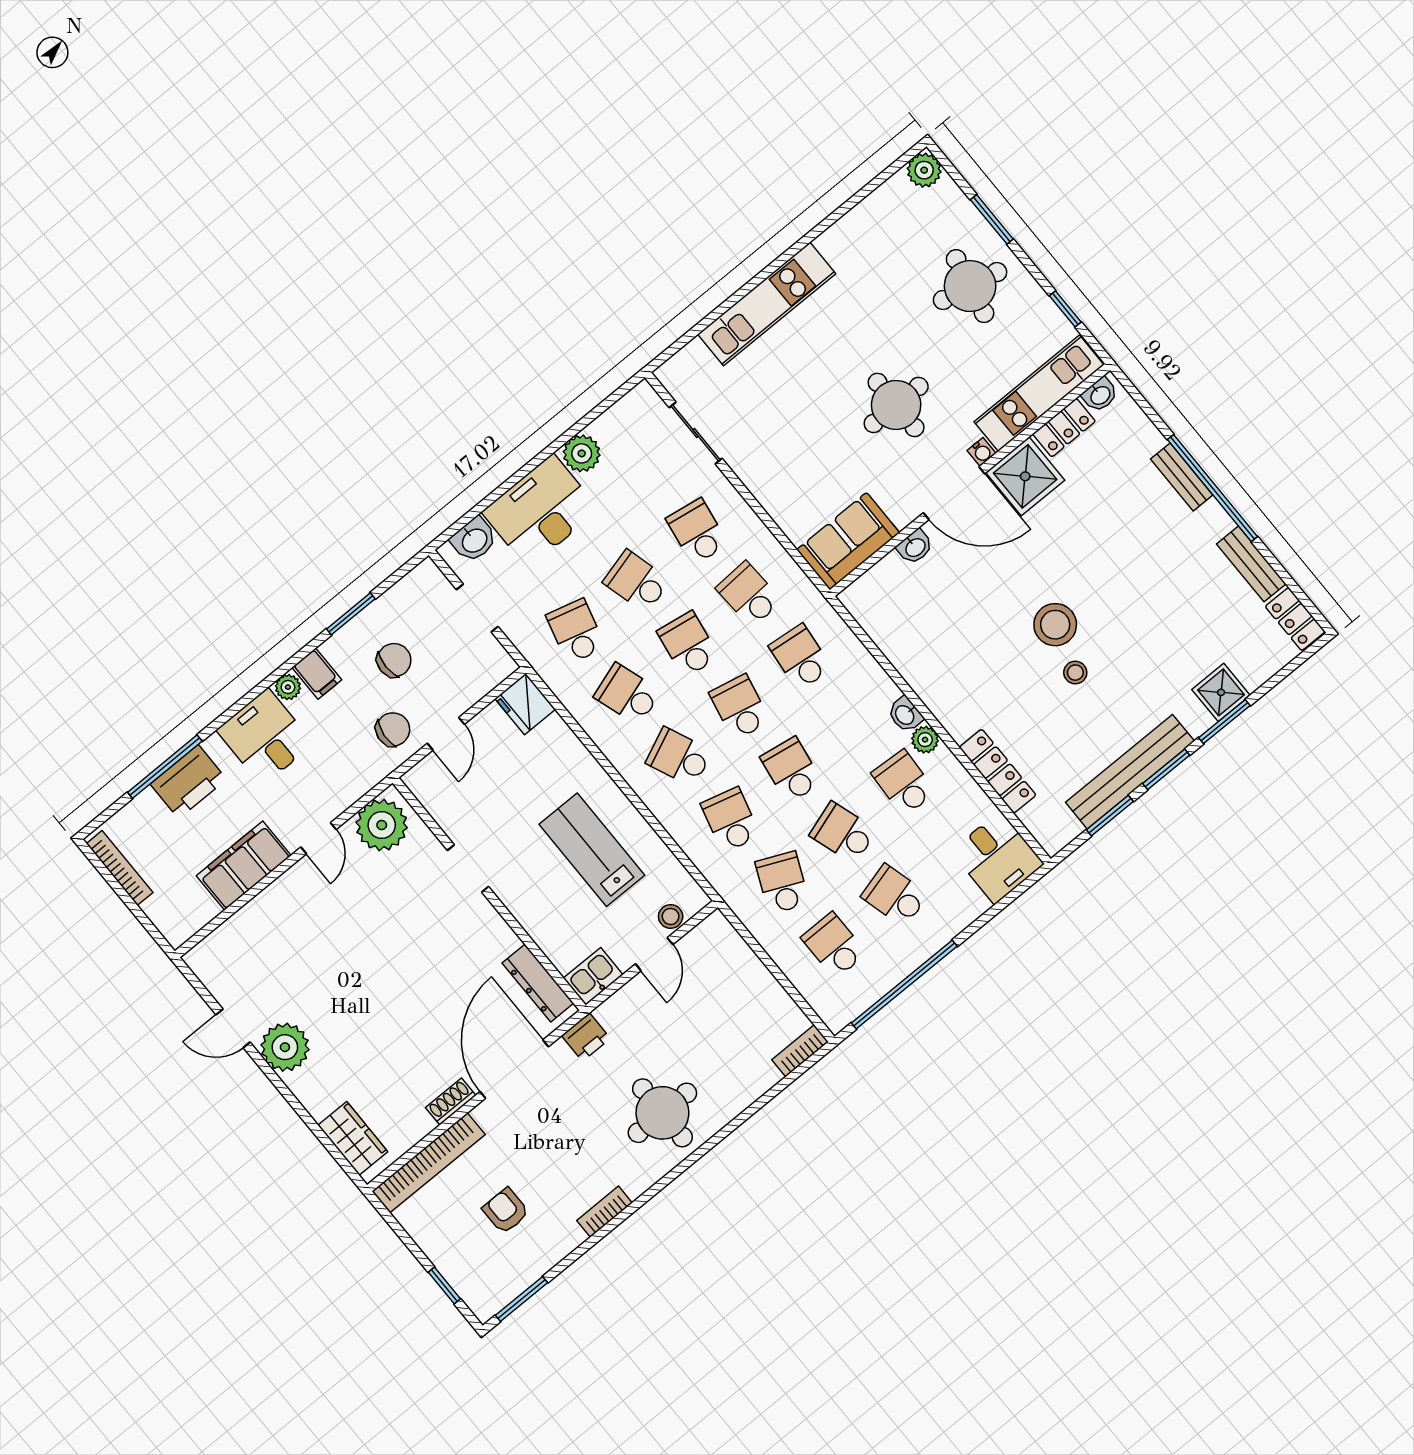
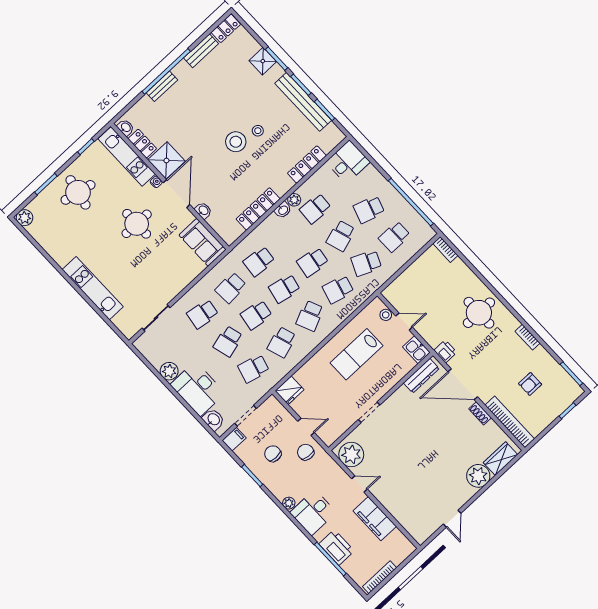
locker: (911, 663) -> (258, 209), added
filing cabinet: (317, 674) -> (234, 439), moved
school desk: (895, 896) -> (369, 209), turned 33
plant: (285, 1047) -> (478, 476), moved

